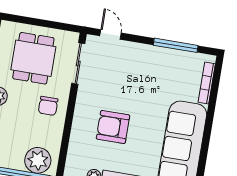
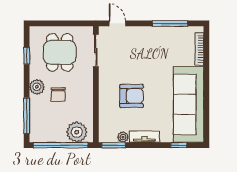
chair: (48, 106) -> (58, 94), moved
armchair: (113, 127) -> (131, 96), turned 180

